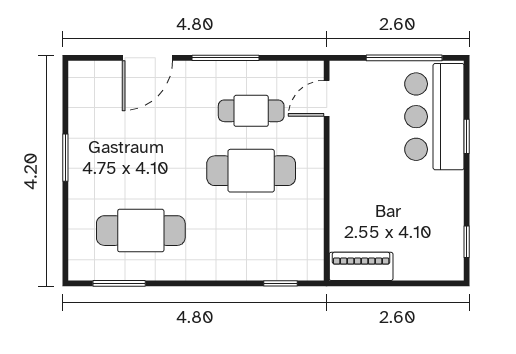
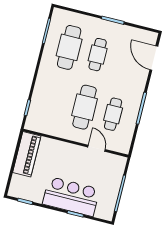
door: (147, 58) -> (154, 58), moved
door: (327, 98) -> (96, 148), moved
bar counter: (434, 117) -> (71, 196), moved
cafe table: (141, 171) -> (98, 55), added
piano: (361, 266) -> (27, 154), width x1.37, depth x1.33

